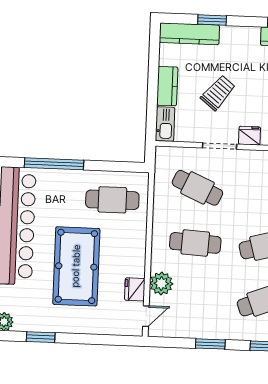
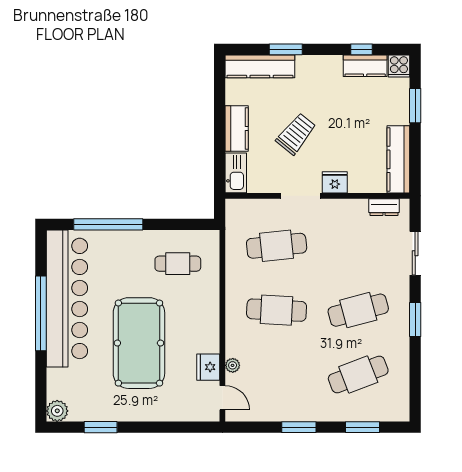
cafe table: (197, 188) -> (277, 246), turned -30
cafe table: (112, 200) -> (178, 264), width x0.73, depth x0.74
plant: (161, 283) -> (233, 365), width x0.53, depth x0.53
door: (146, 316) -> (222, 398), hinge flipped

